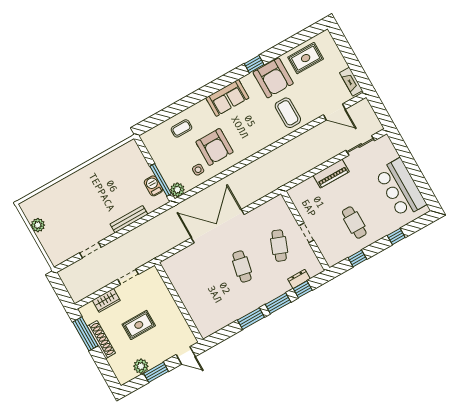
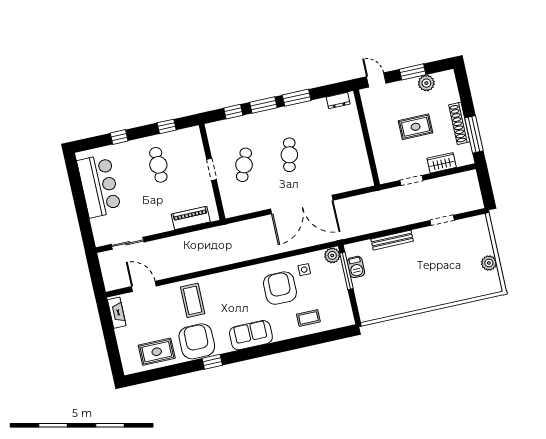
piano: (331, 174) -> (191, 218), moved
dresser: (299, 279) -> (338, 101), moved

